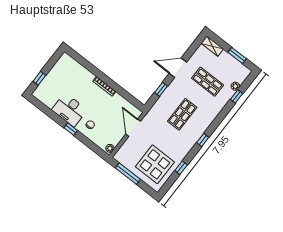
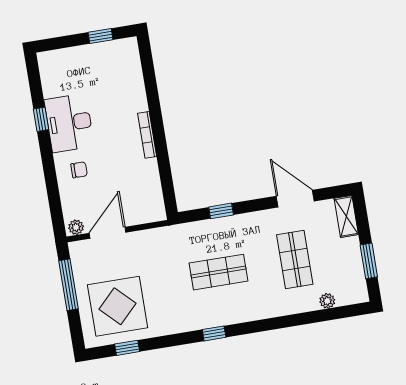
door: (178, 68) -> (295, 199), moved
window: (39, 78) -> (101, 36), moved
window: (237, 96) -> (316, 317), removed
door: (133, 128) -> (108, 233), moved
window: (71, 129) -> (41, 119), moved
window: (181, 168) -> (127, 348), moved

